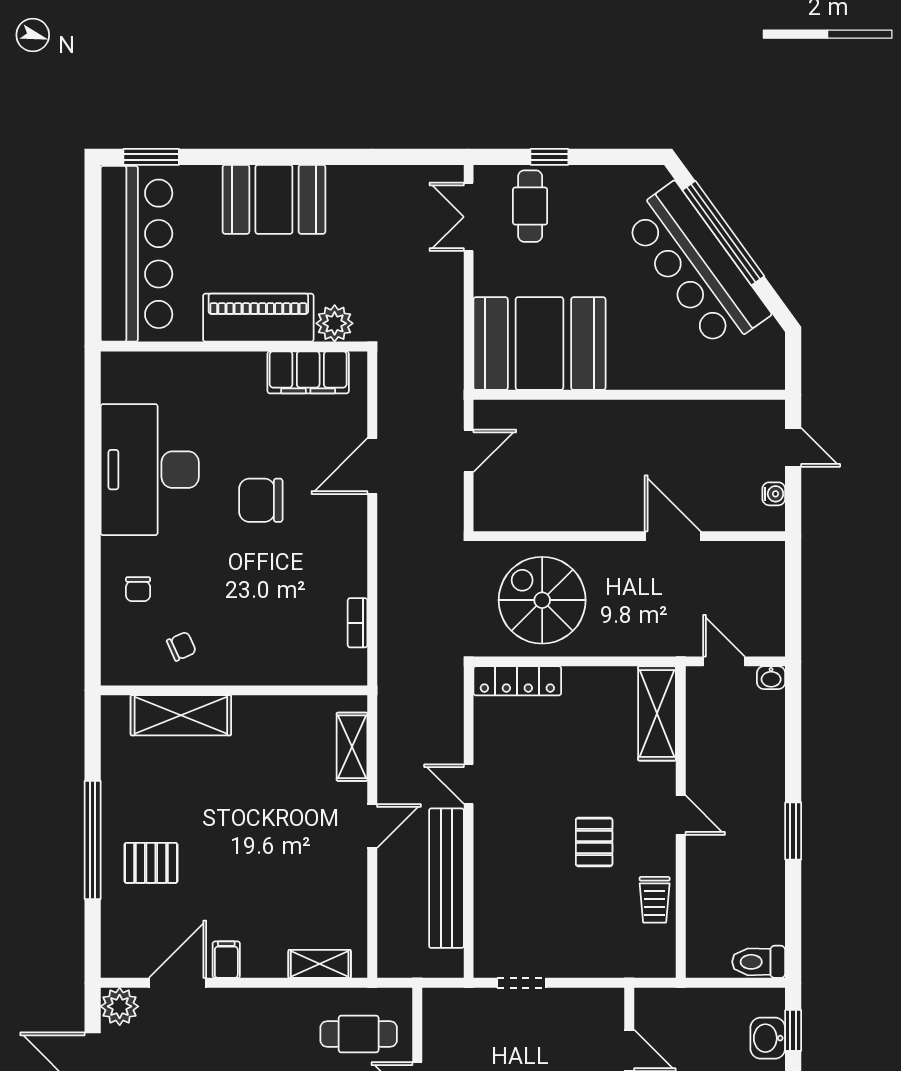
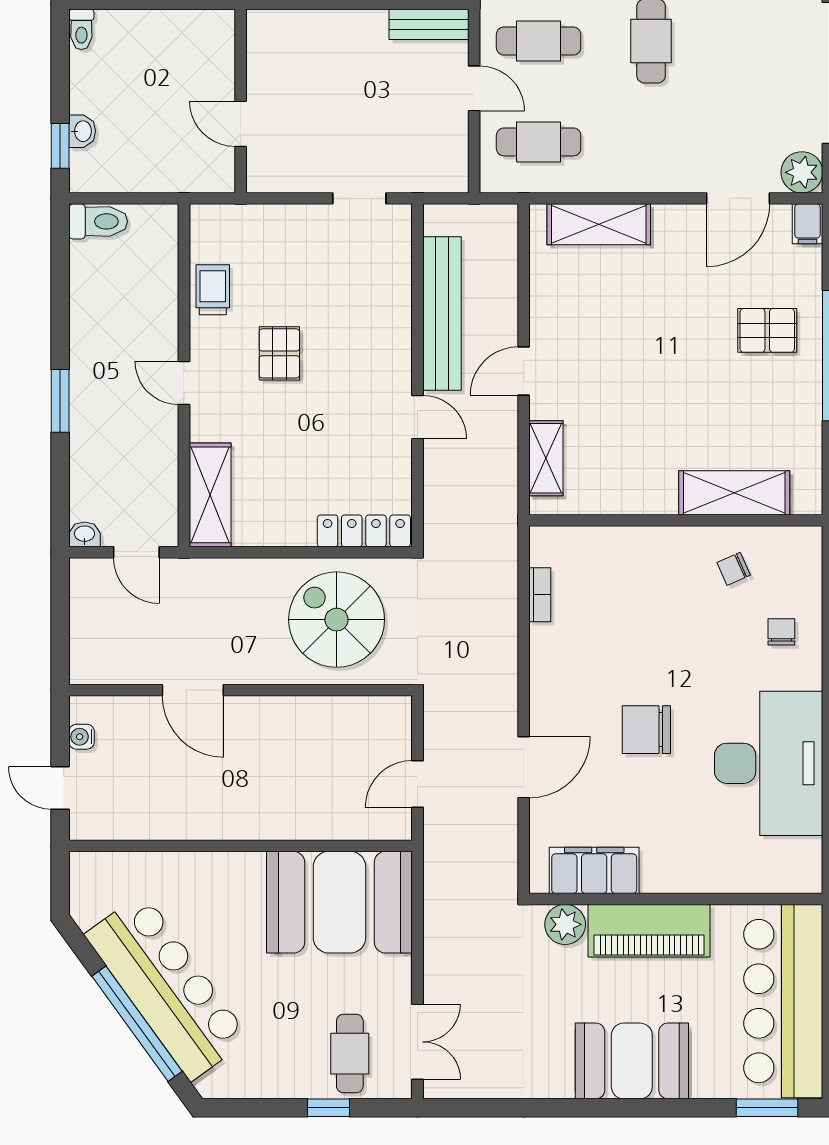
chair: (261, 500) -> (646, 730), turned 180
spiral stairs: (542, 600) -> (337, 620), turned 180
window: (793, 831) -> (60, 401), moved
filing cabinet: (226, 960) -> (807, 224), moved
shelving: (320, 964) -> (599, 224), width x1.50, depth x1.33
washbasin: (768, 1038) -> (82, 131), width x0.72, depth x0.69

